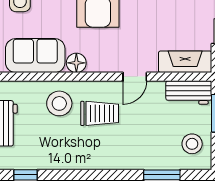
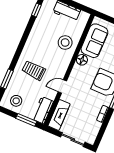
door: (135, 77) -> (62, 86), hinge flipped
trolley: (100, 113) -> (34, 70), moved, turned 94

